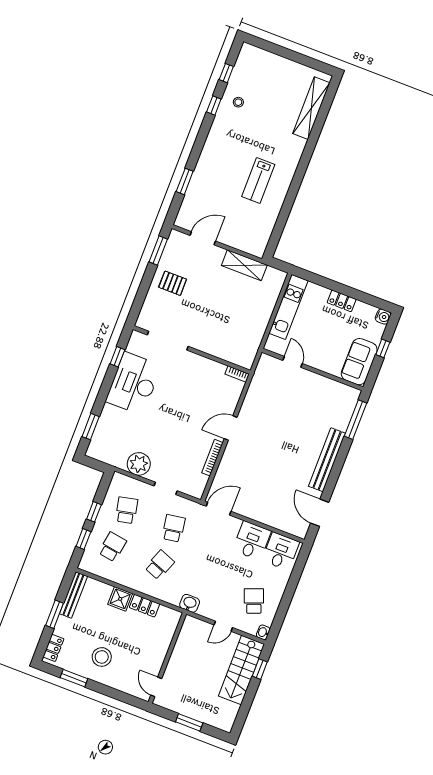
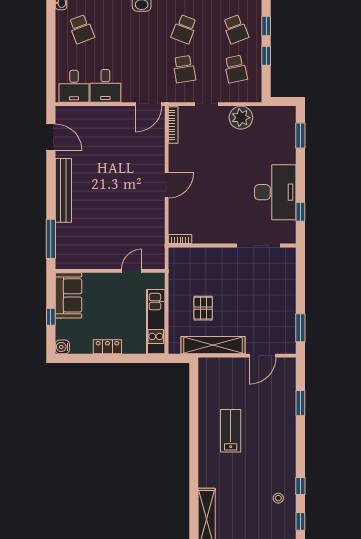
shelving: (244, 265) -> (213, 345), width x1.47
pallet: (173, 283) -> (203, 308), moved, turned 90
door: (293, 362) -> (132, 271), swing flipped
bookcase: (212, 458) -> (173, 125), moved
school desk: (112, 547) -> (236, 29), turned -30

